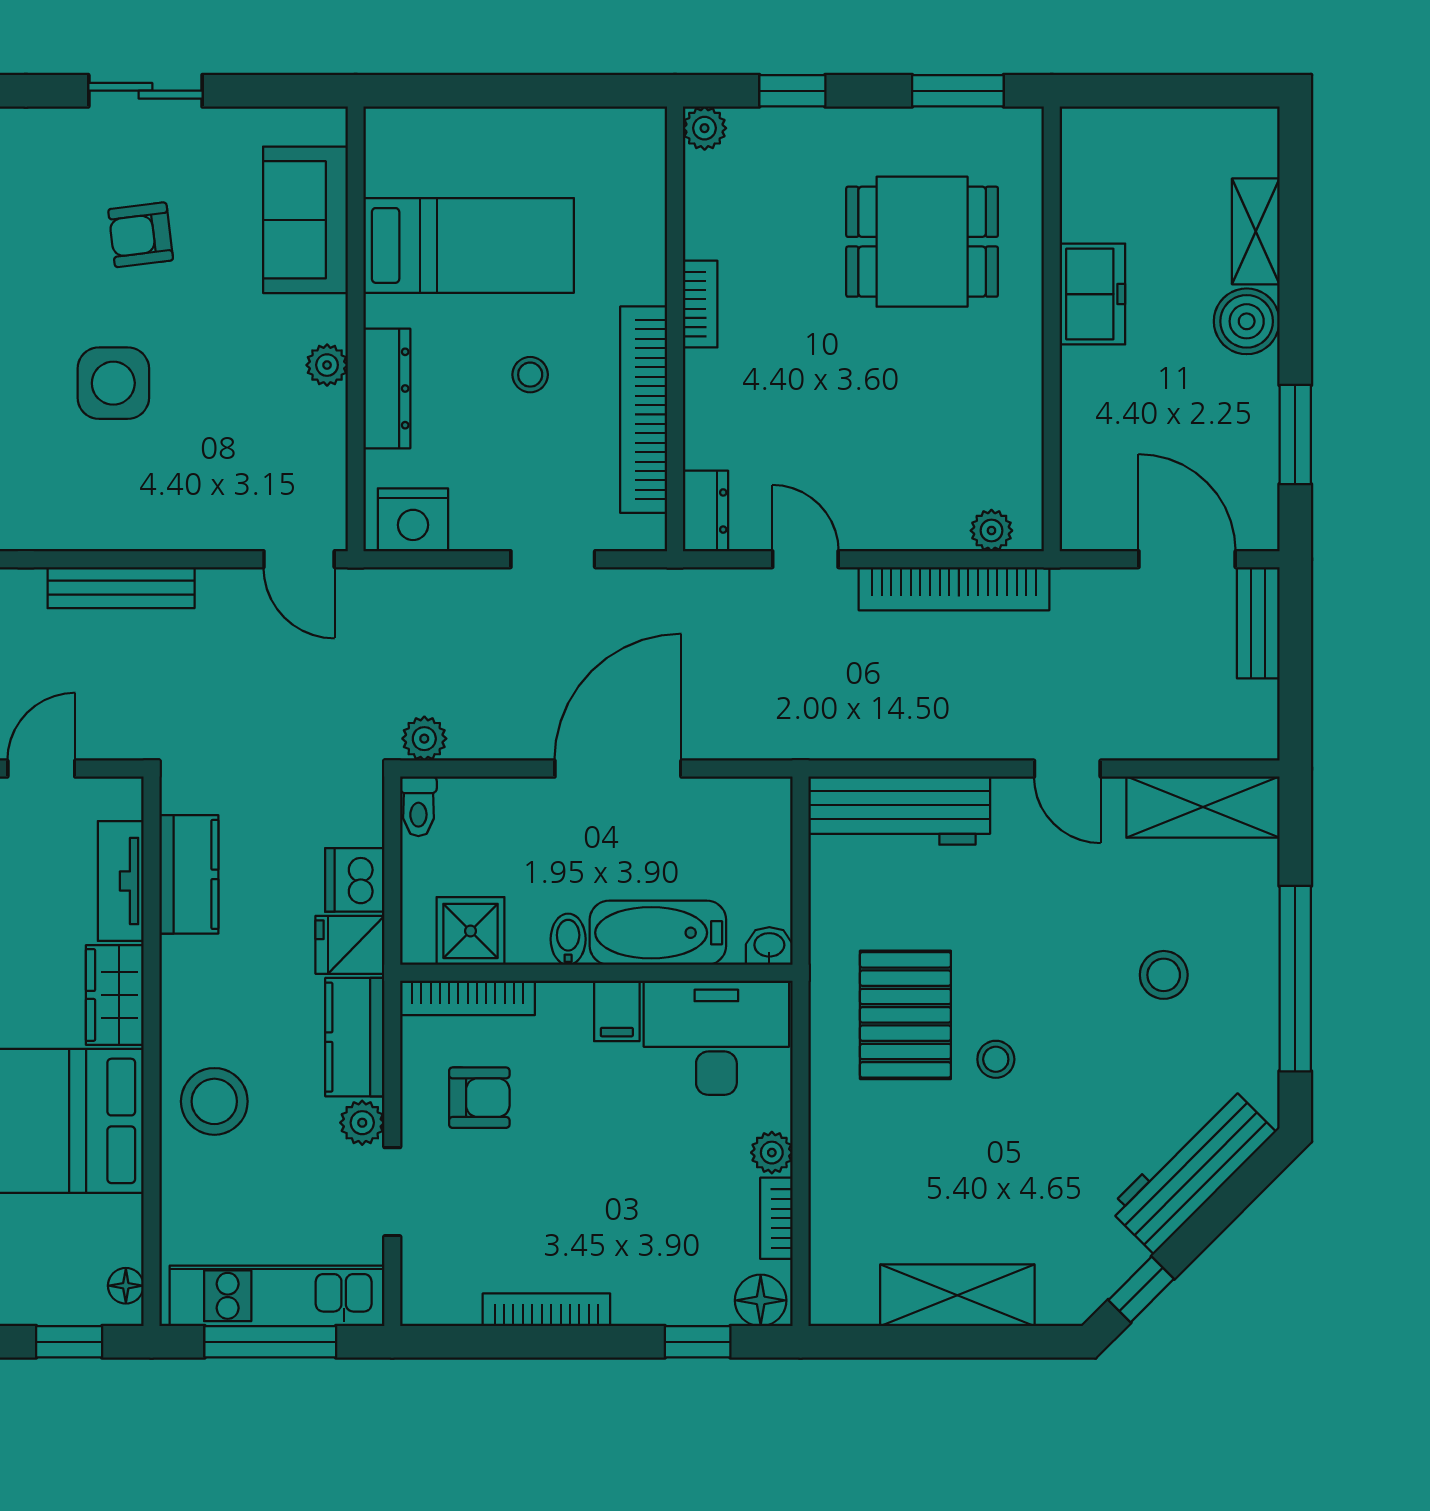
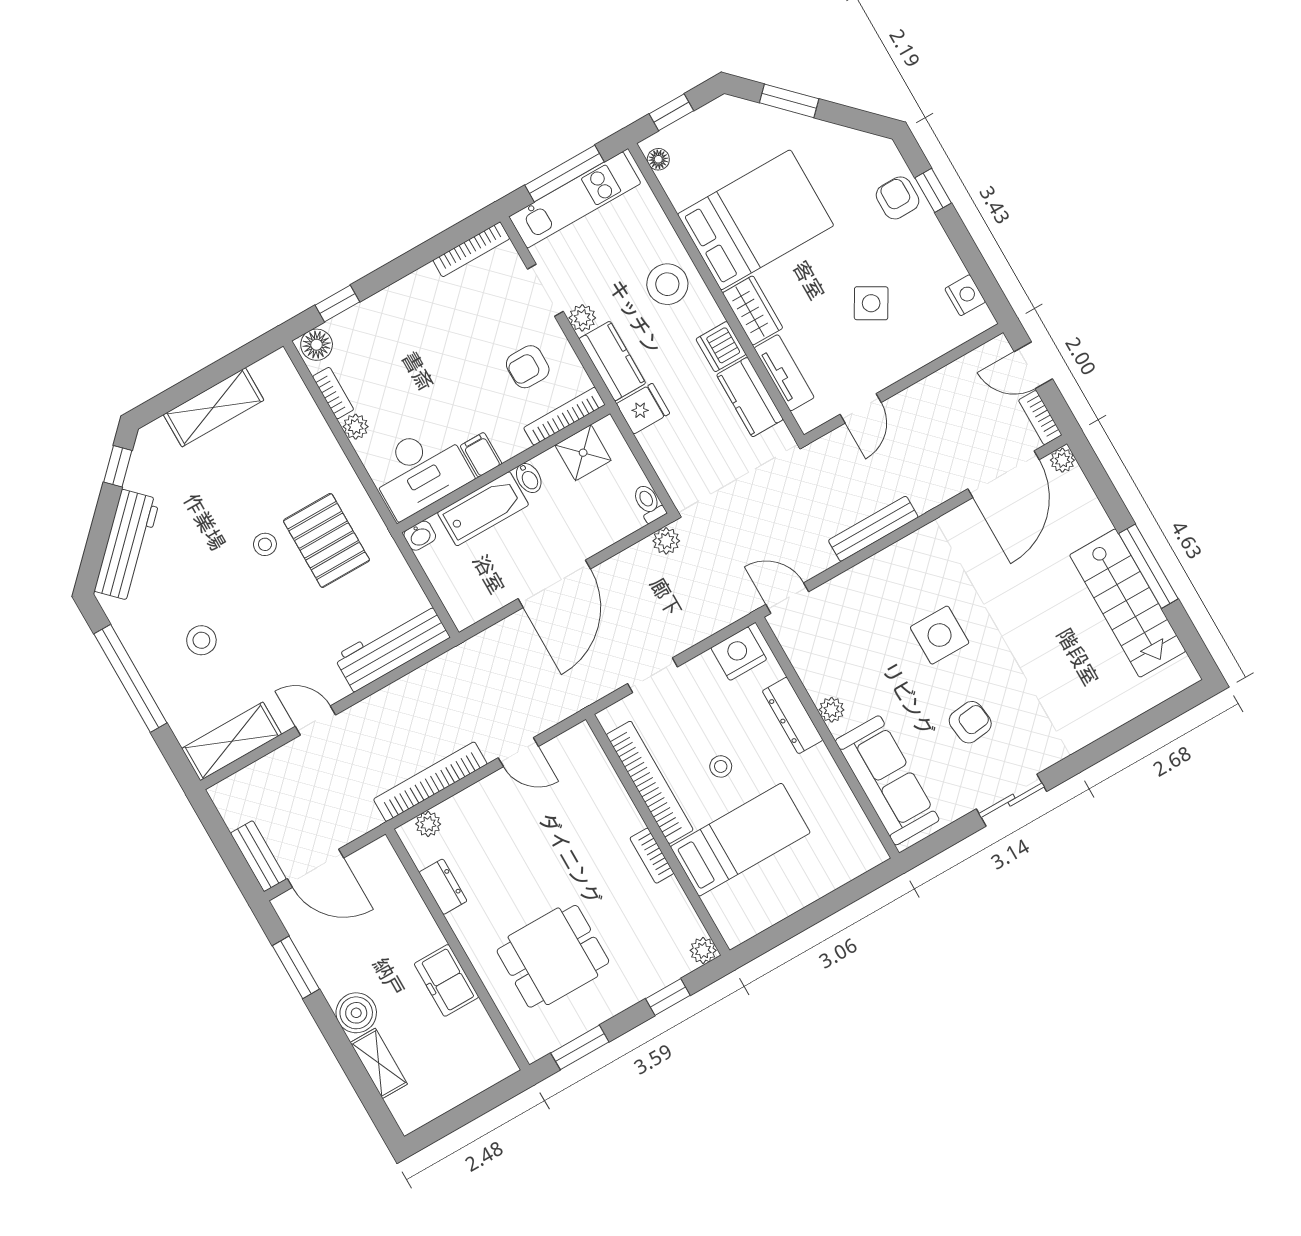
sofa: (305, 220) -> (887, 780), width x1.36
bed: (469, 245) -> (740, 840), moved, turned 180
dresser: (705, 511) -> (443, 887), moved, turned 180
dishwasher: (355, 880) -> (721, 347), moved, turned 180
bookcase: (546, 1310) -> (471, 249), moved

